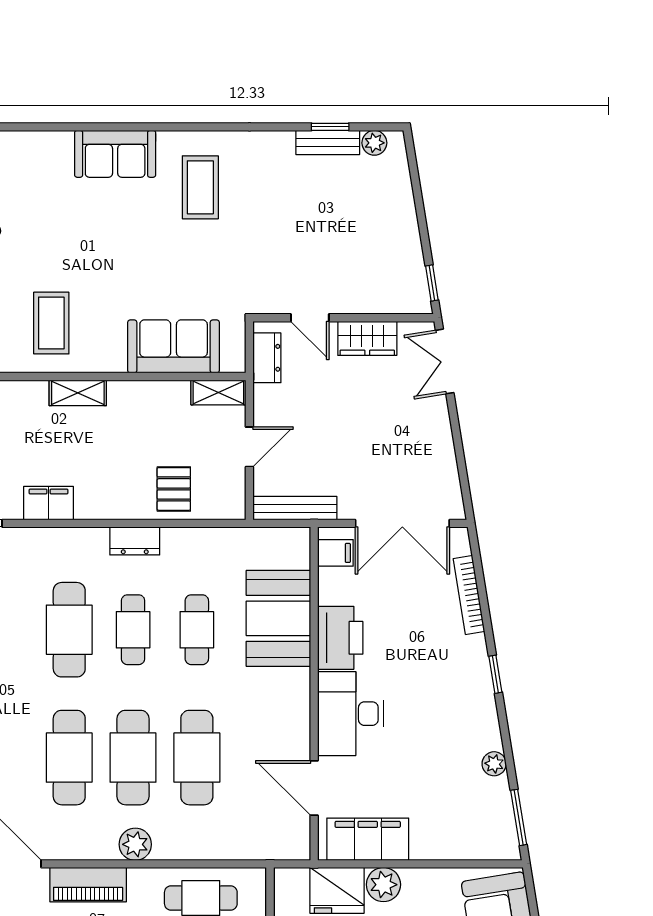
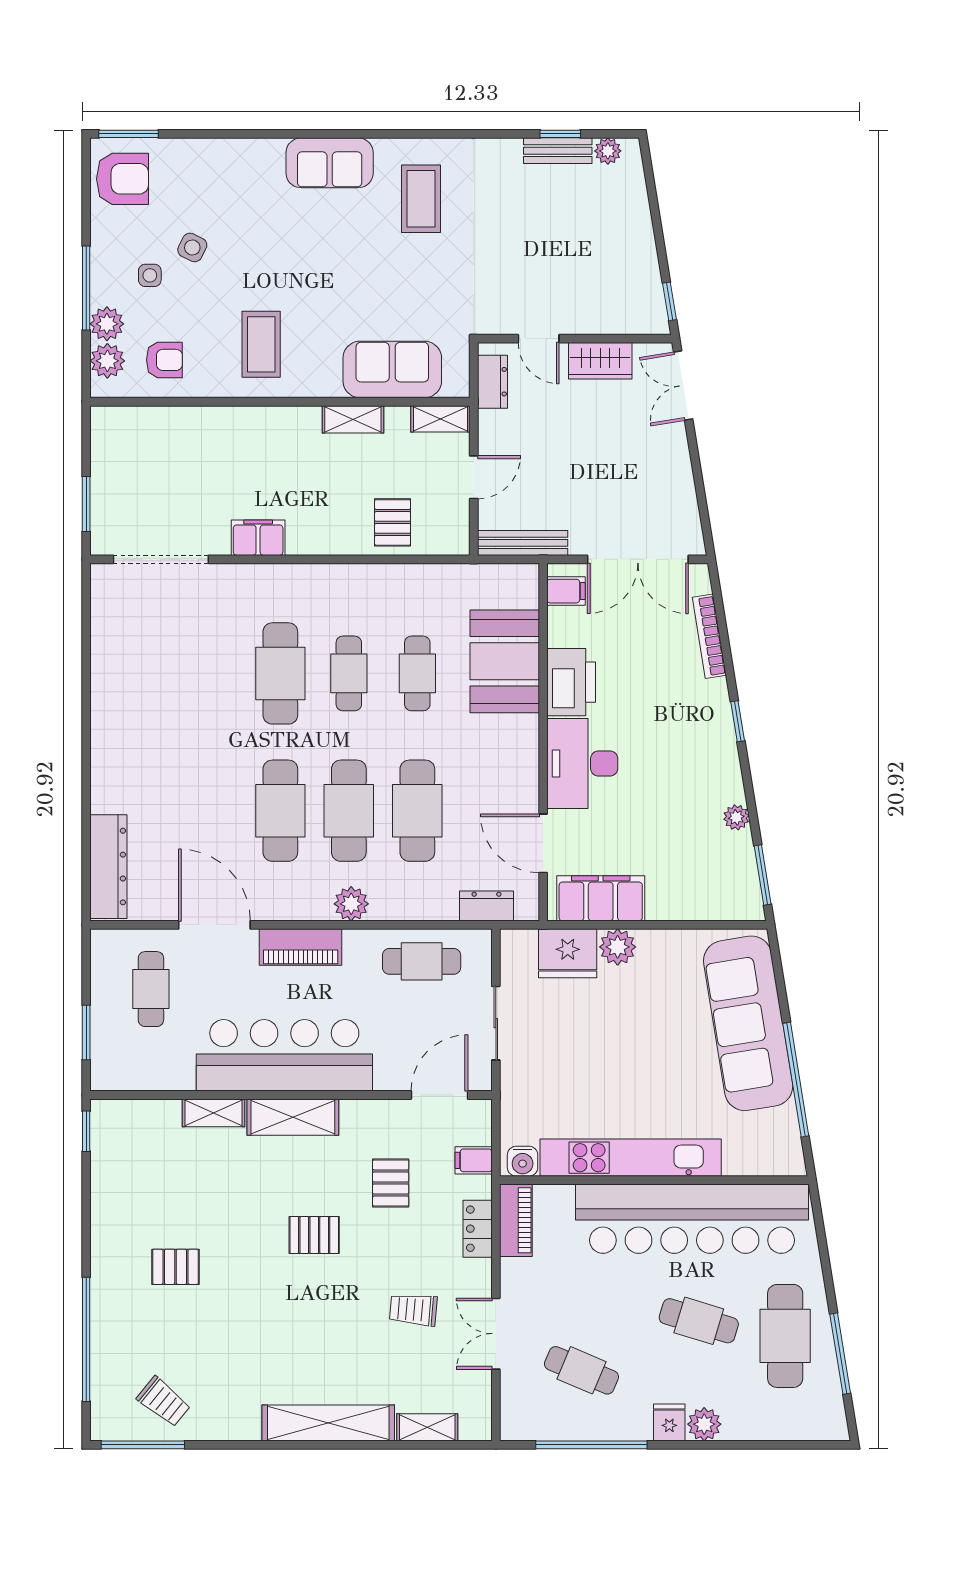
shelving: (78, 393) -> (353, 419), moved
dresser: (135, 541) -> (486, 906), moved, turned 180

